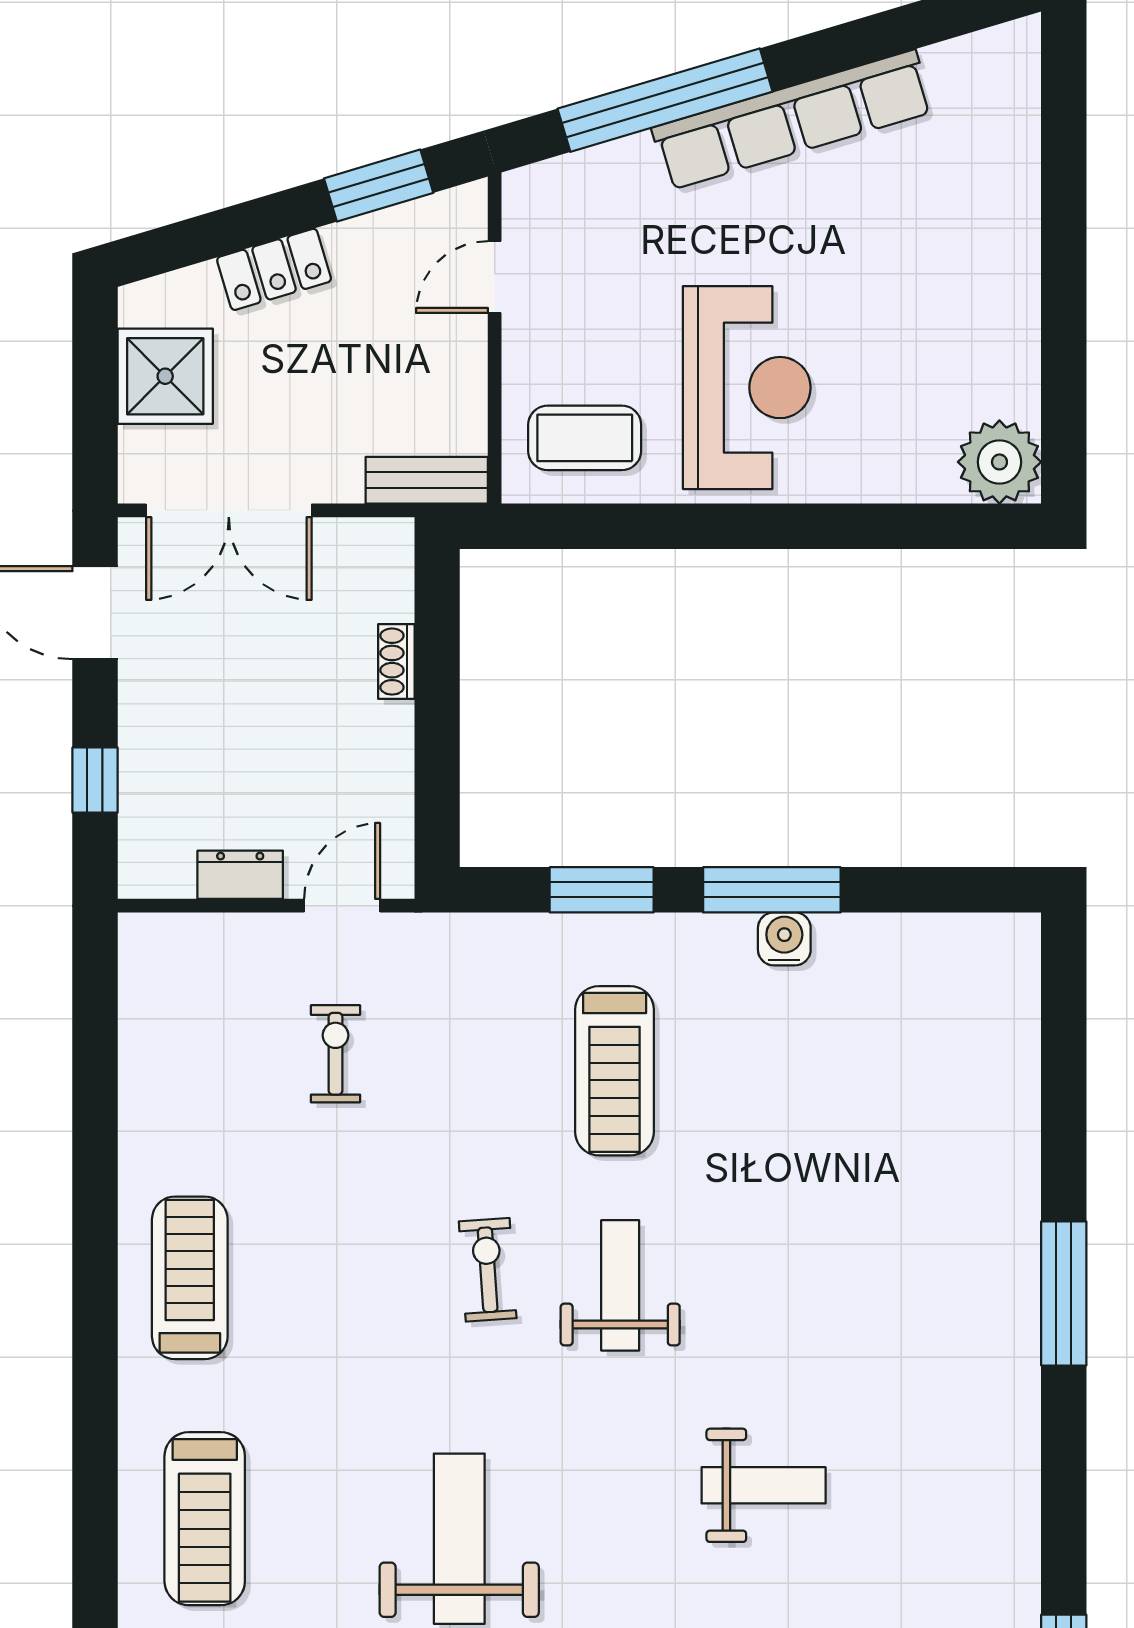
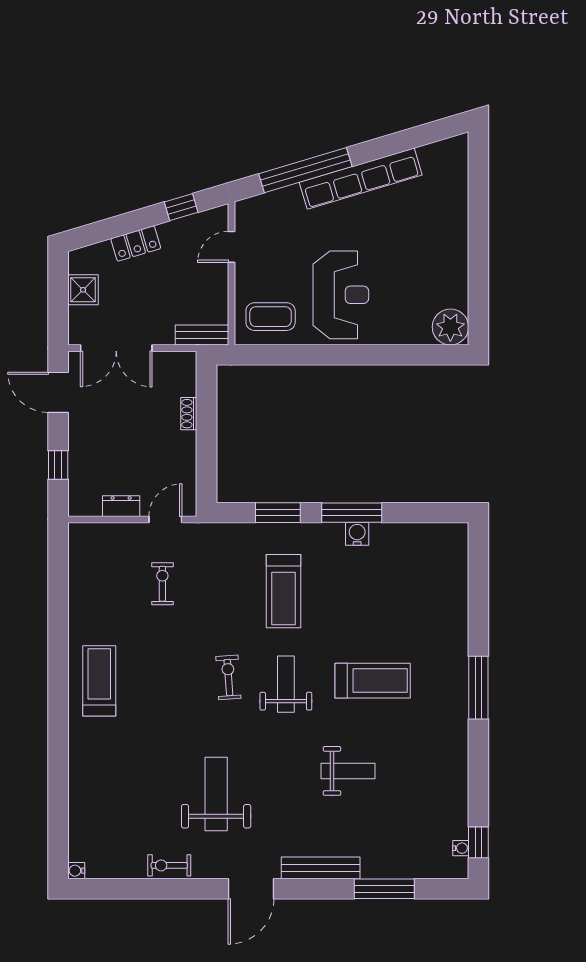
window: (379, 186) -> (181, 207), width x0.67
shower: (165, 376) -> (83, 290), width x0.73, depth x0.73
treadmill: (205, 1519) -> (373, 681), moved, turned -90

